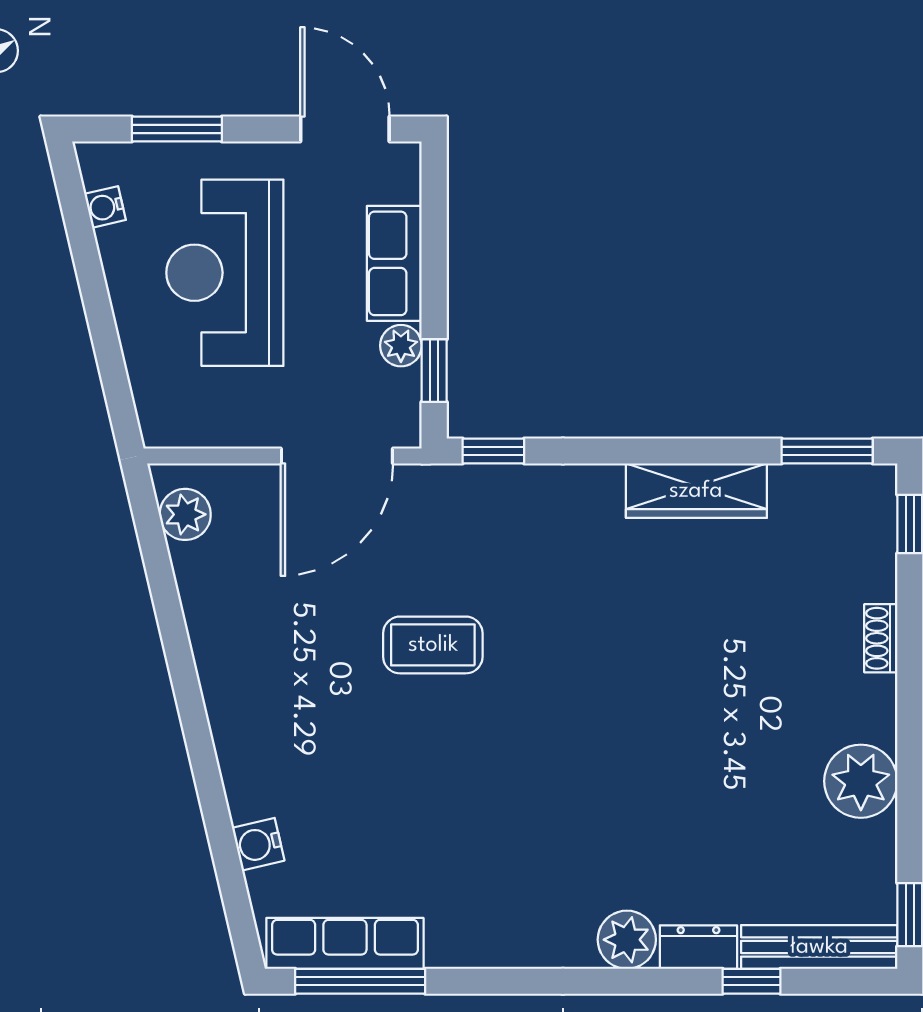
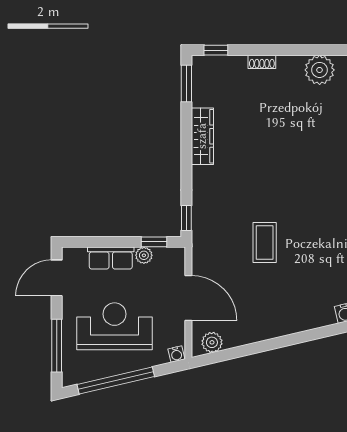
window: (177, 129) -> (57, 346), width x1.44
water cooler: (105, 207) -> (176, 354), moved
reception desk: (225, 273) -> (115, 326), turned 180
window: (90, 276) -> (116, 381), added
door: (337, 456) -> (188, 298), moved

